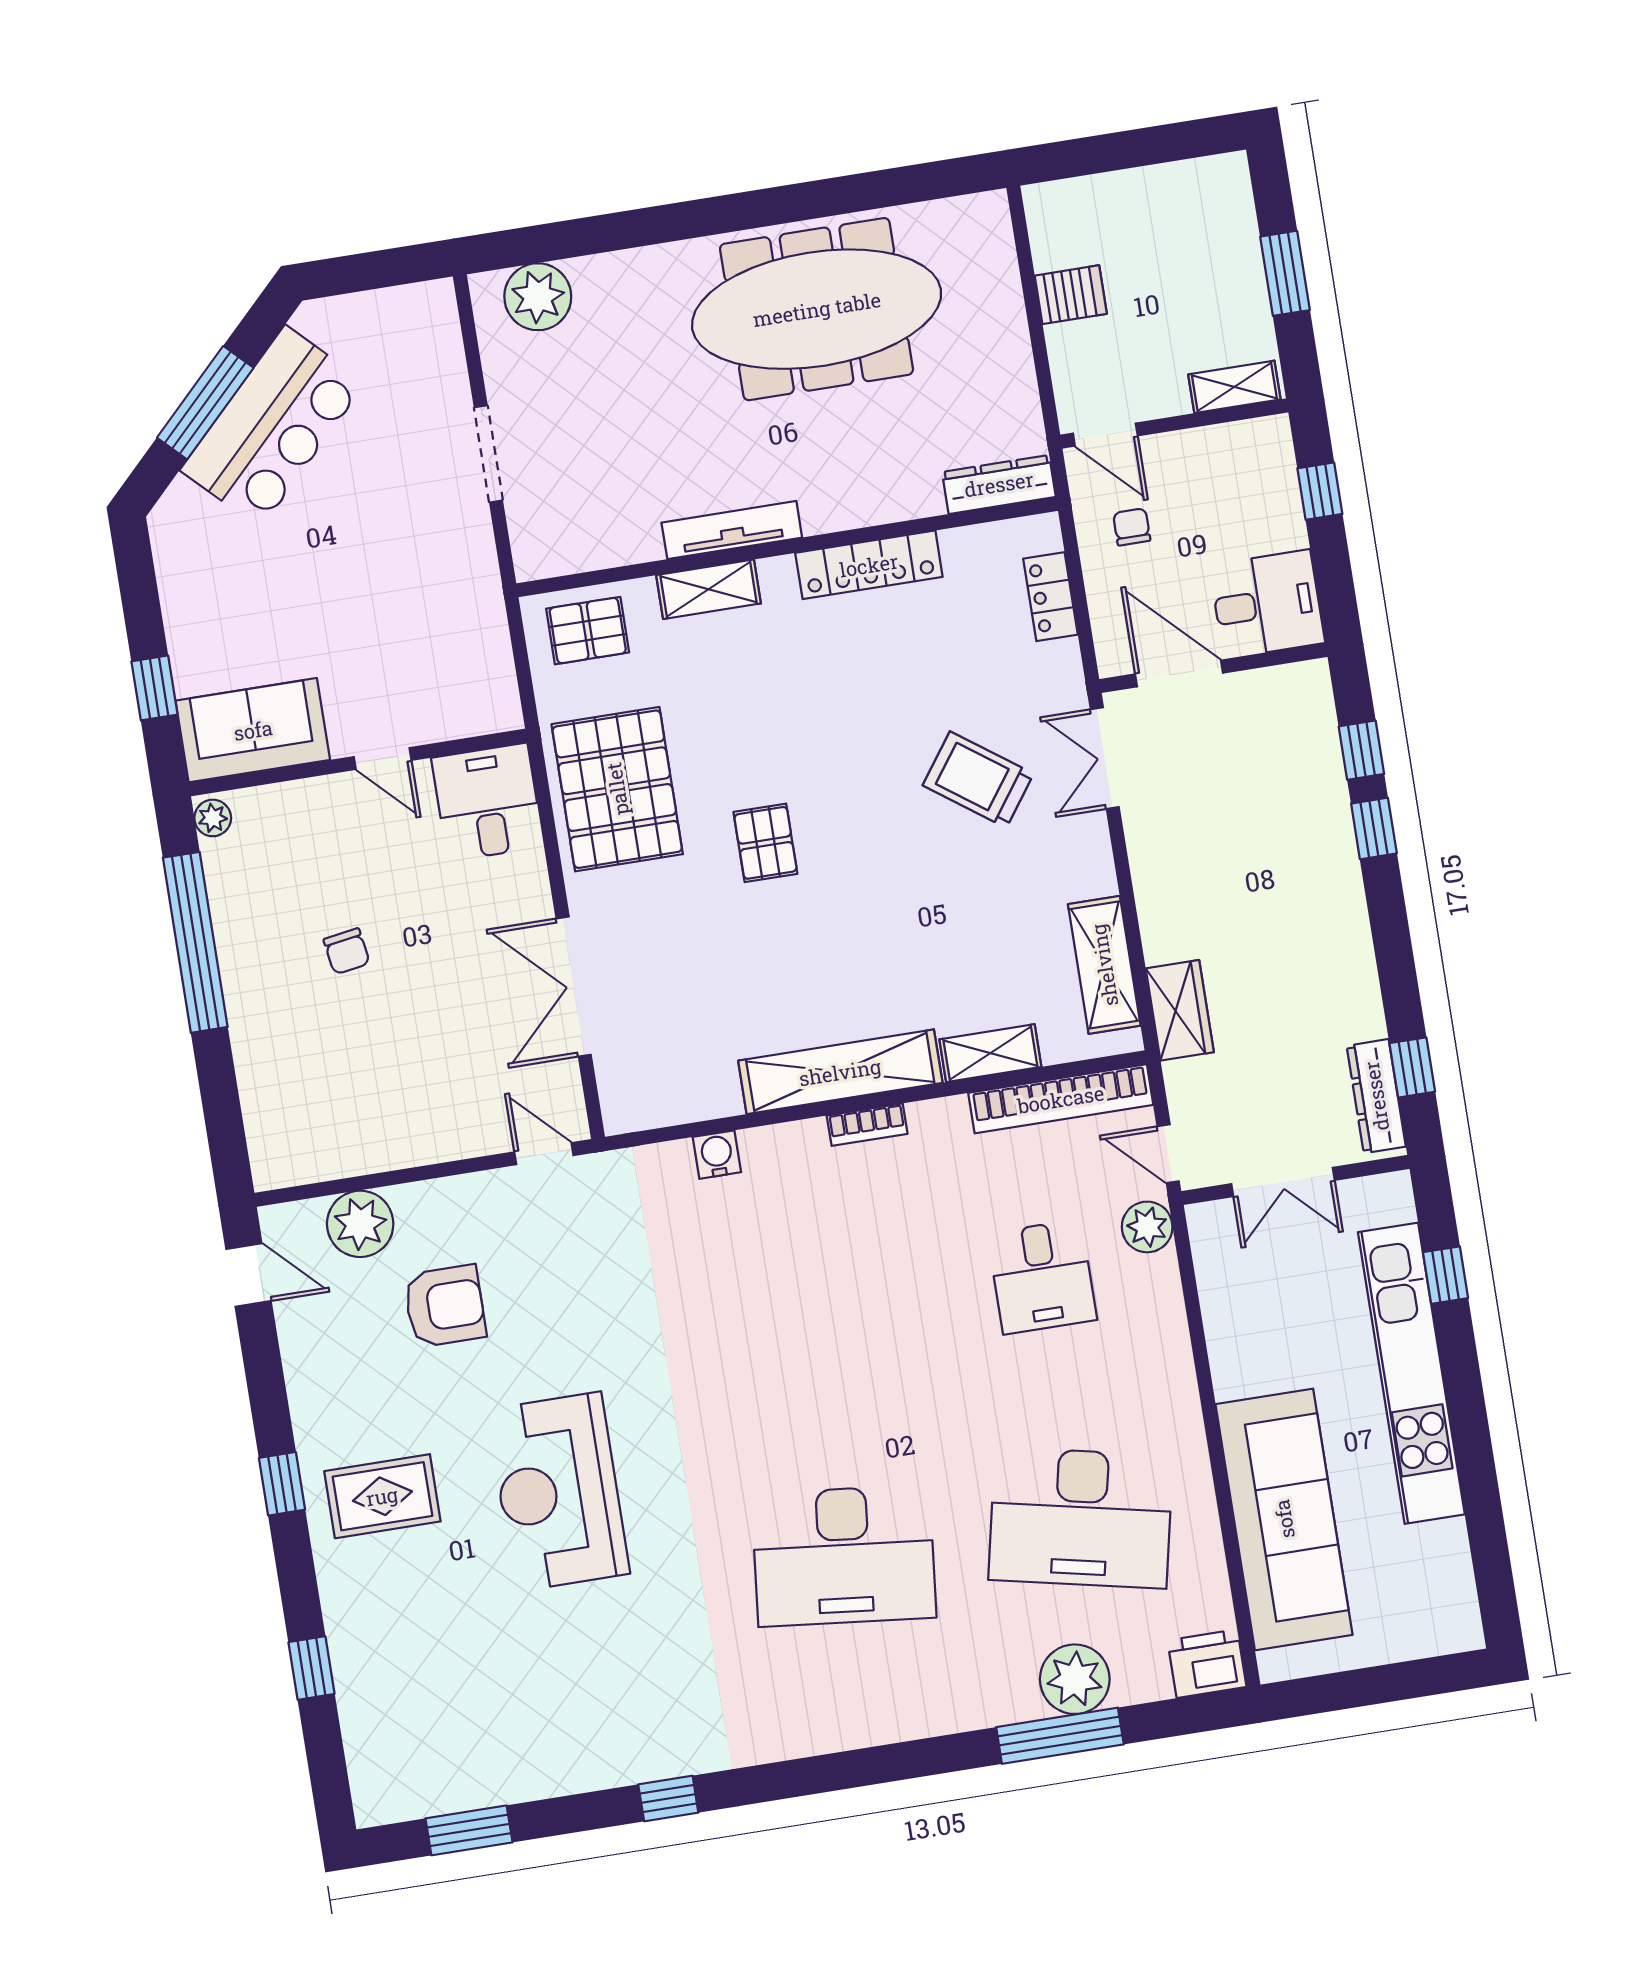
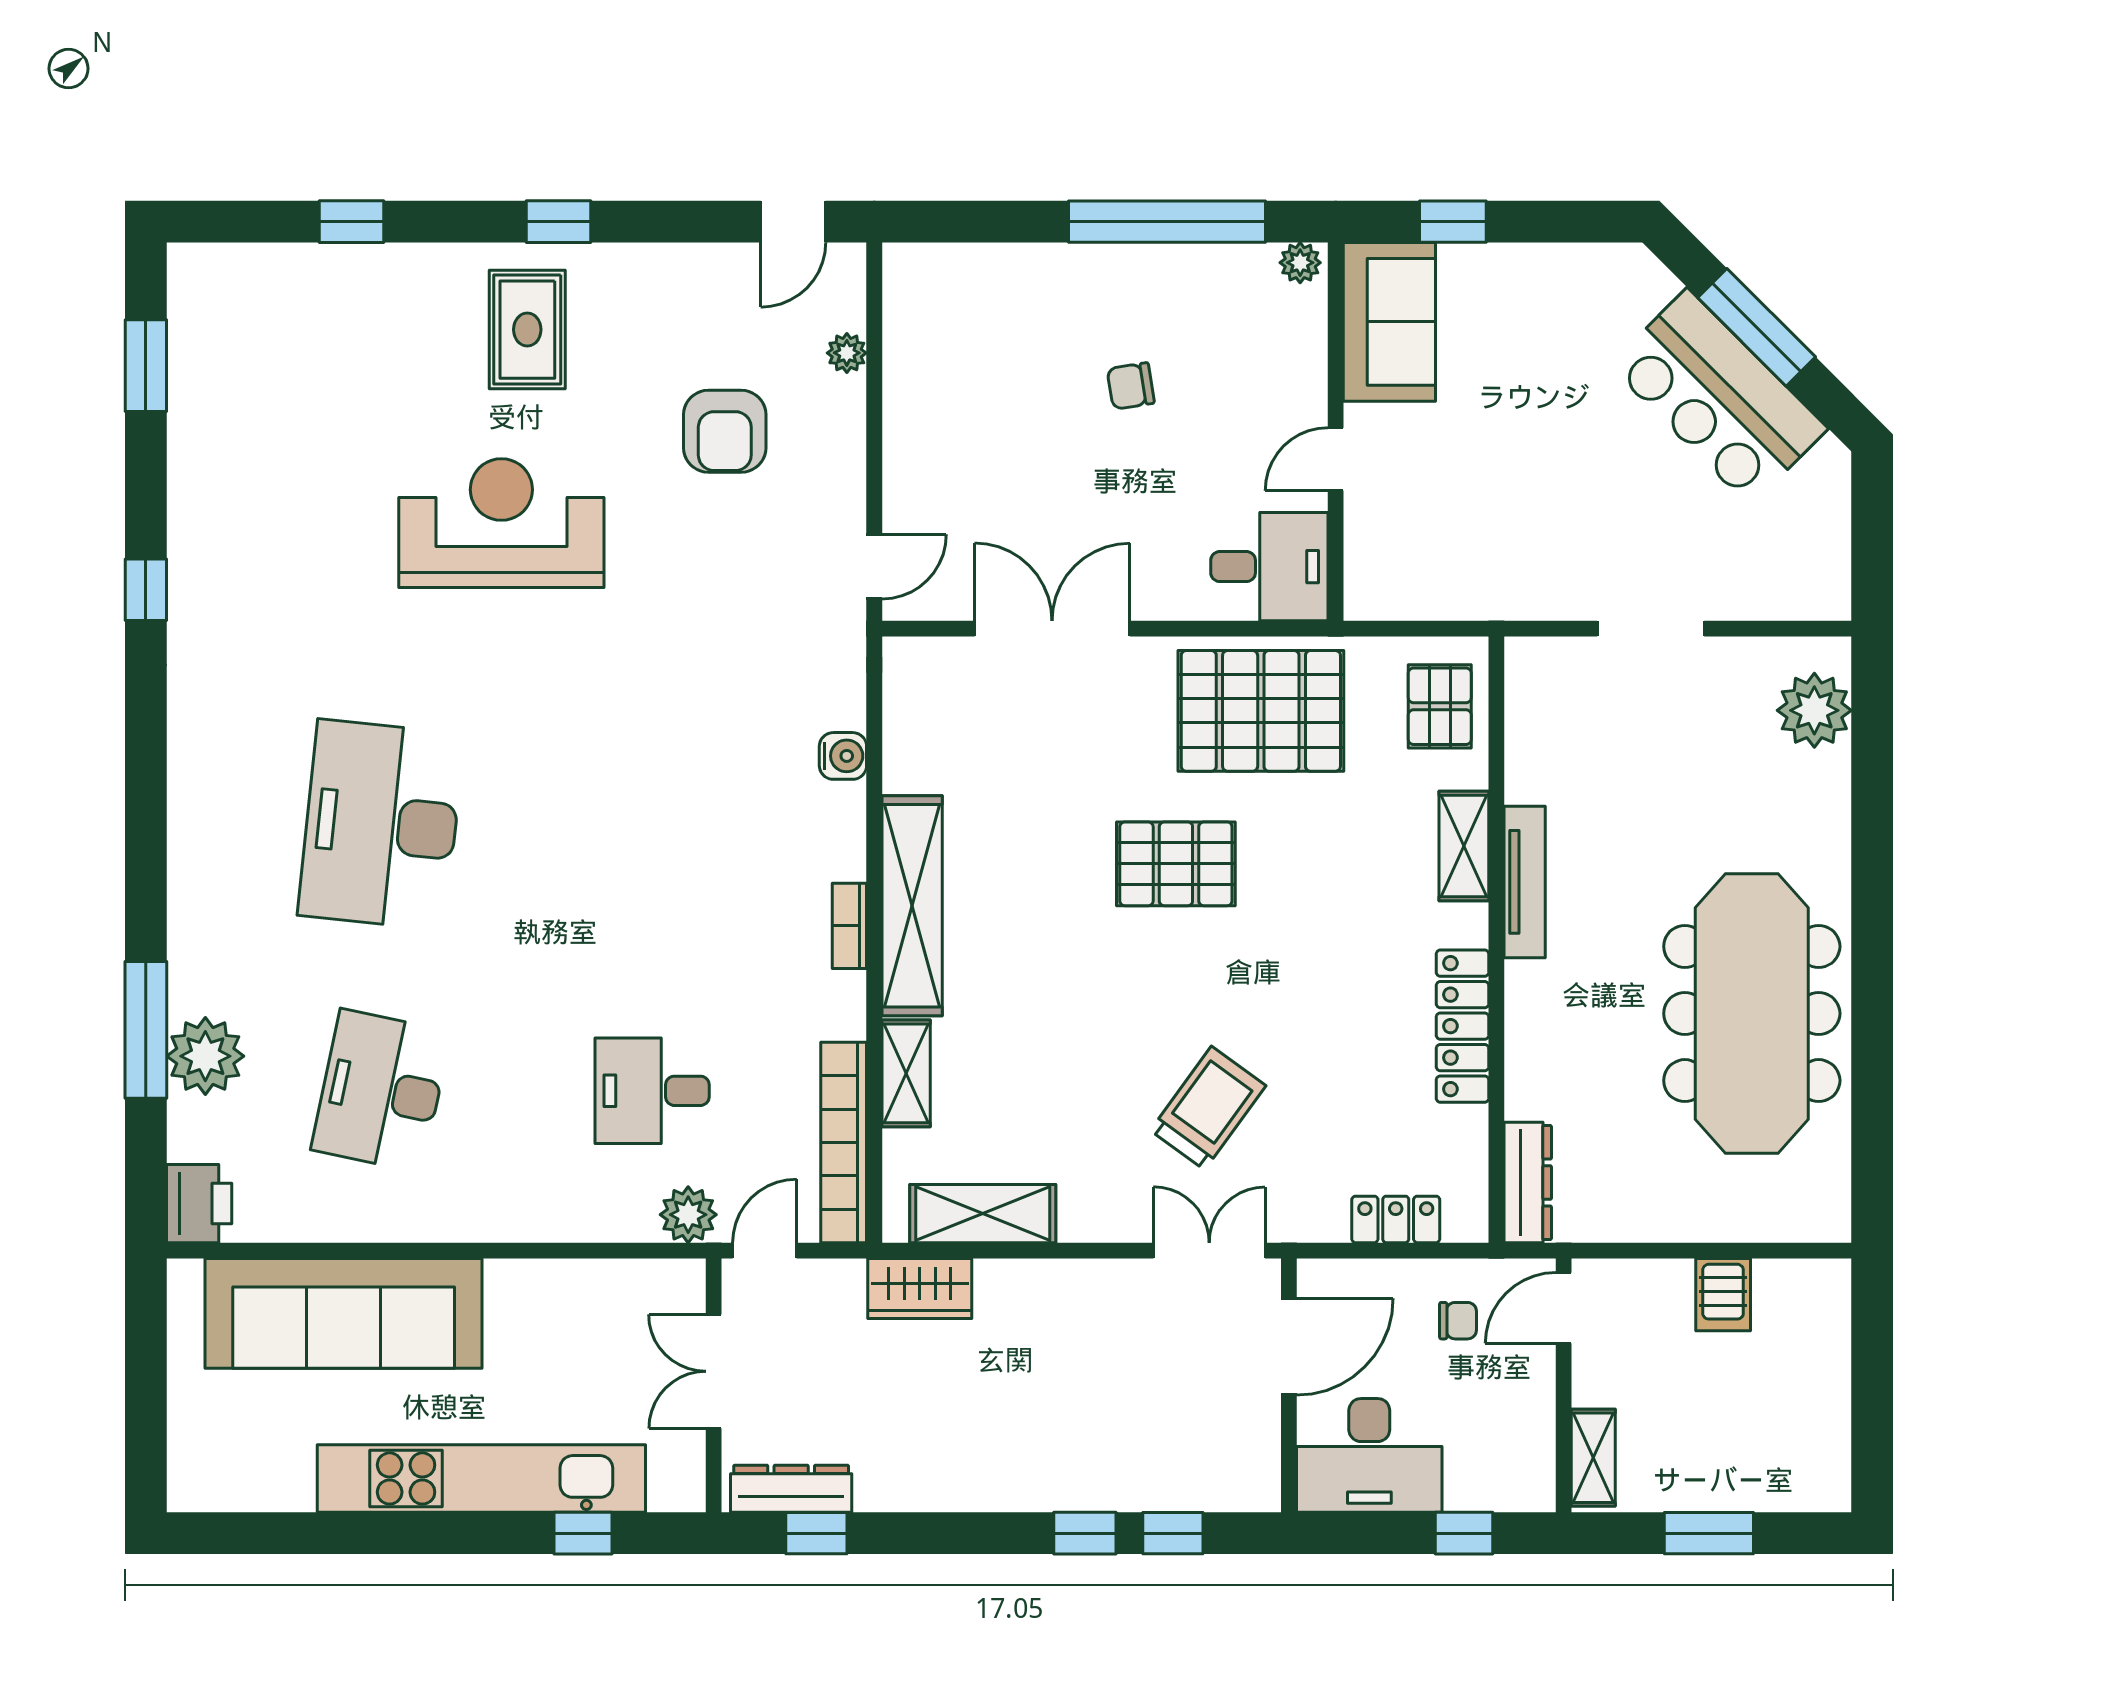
desk: (1267, 604) -> (1369, 1455), width x1.37
pallet: (765, 843) -> (1176, 864), width x1.50, depth x1.42
plant: (360, 1224) -> (847, 353), width x0.53, depth x0.53
desk: (1081, 1518) -> (381, 1091), width x0.73, depth x0.77

